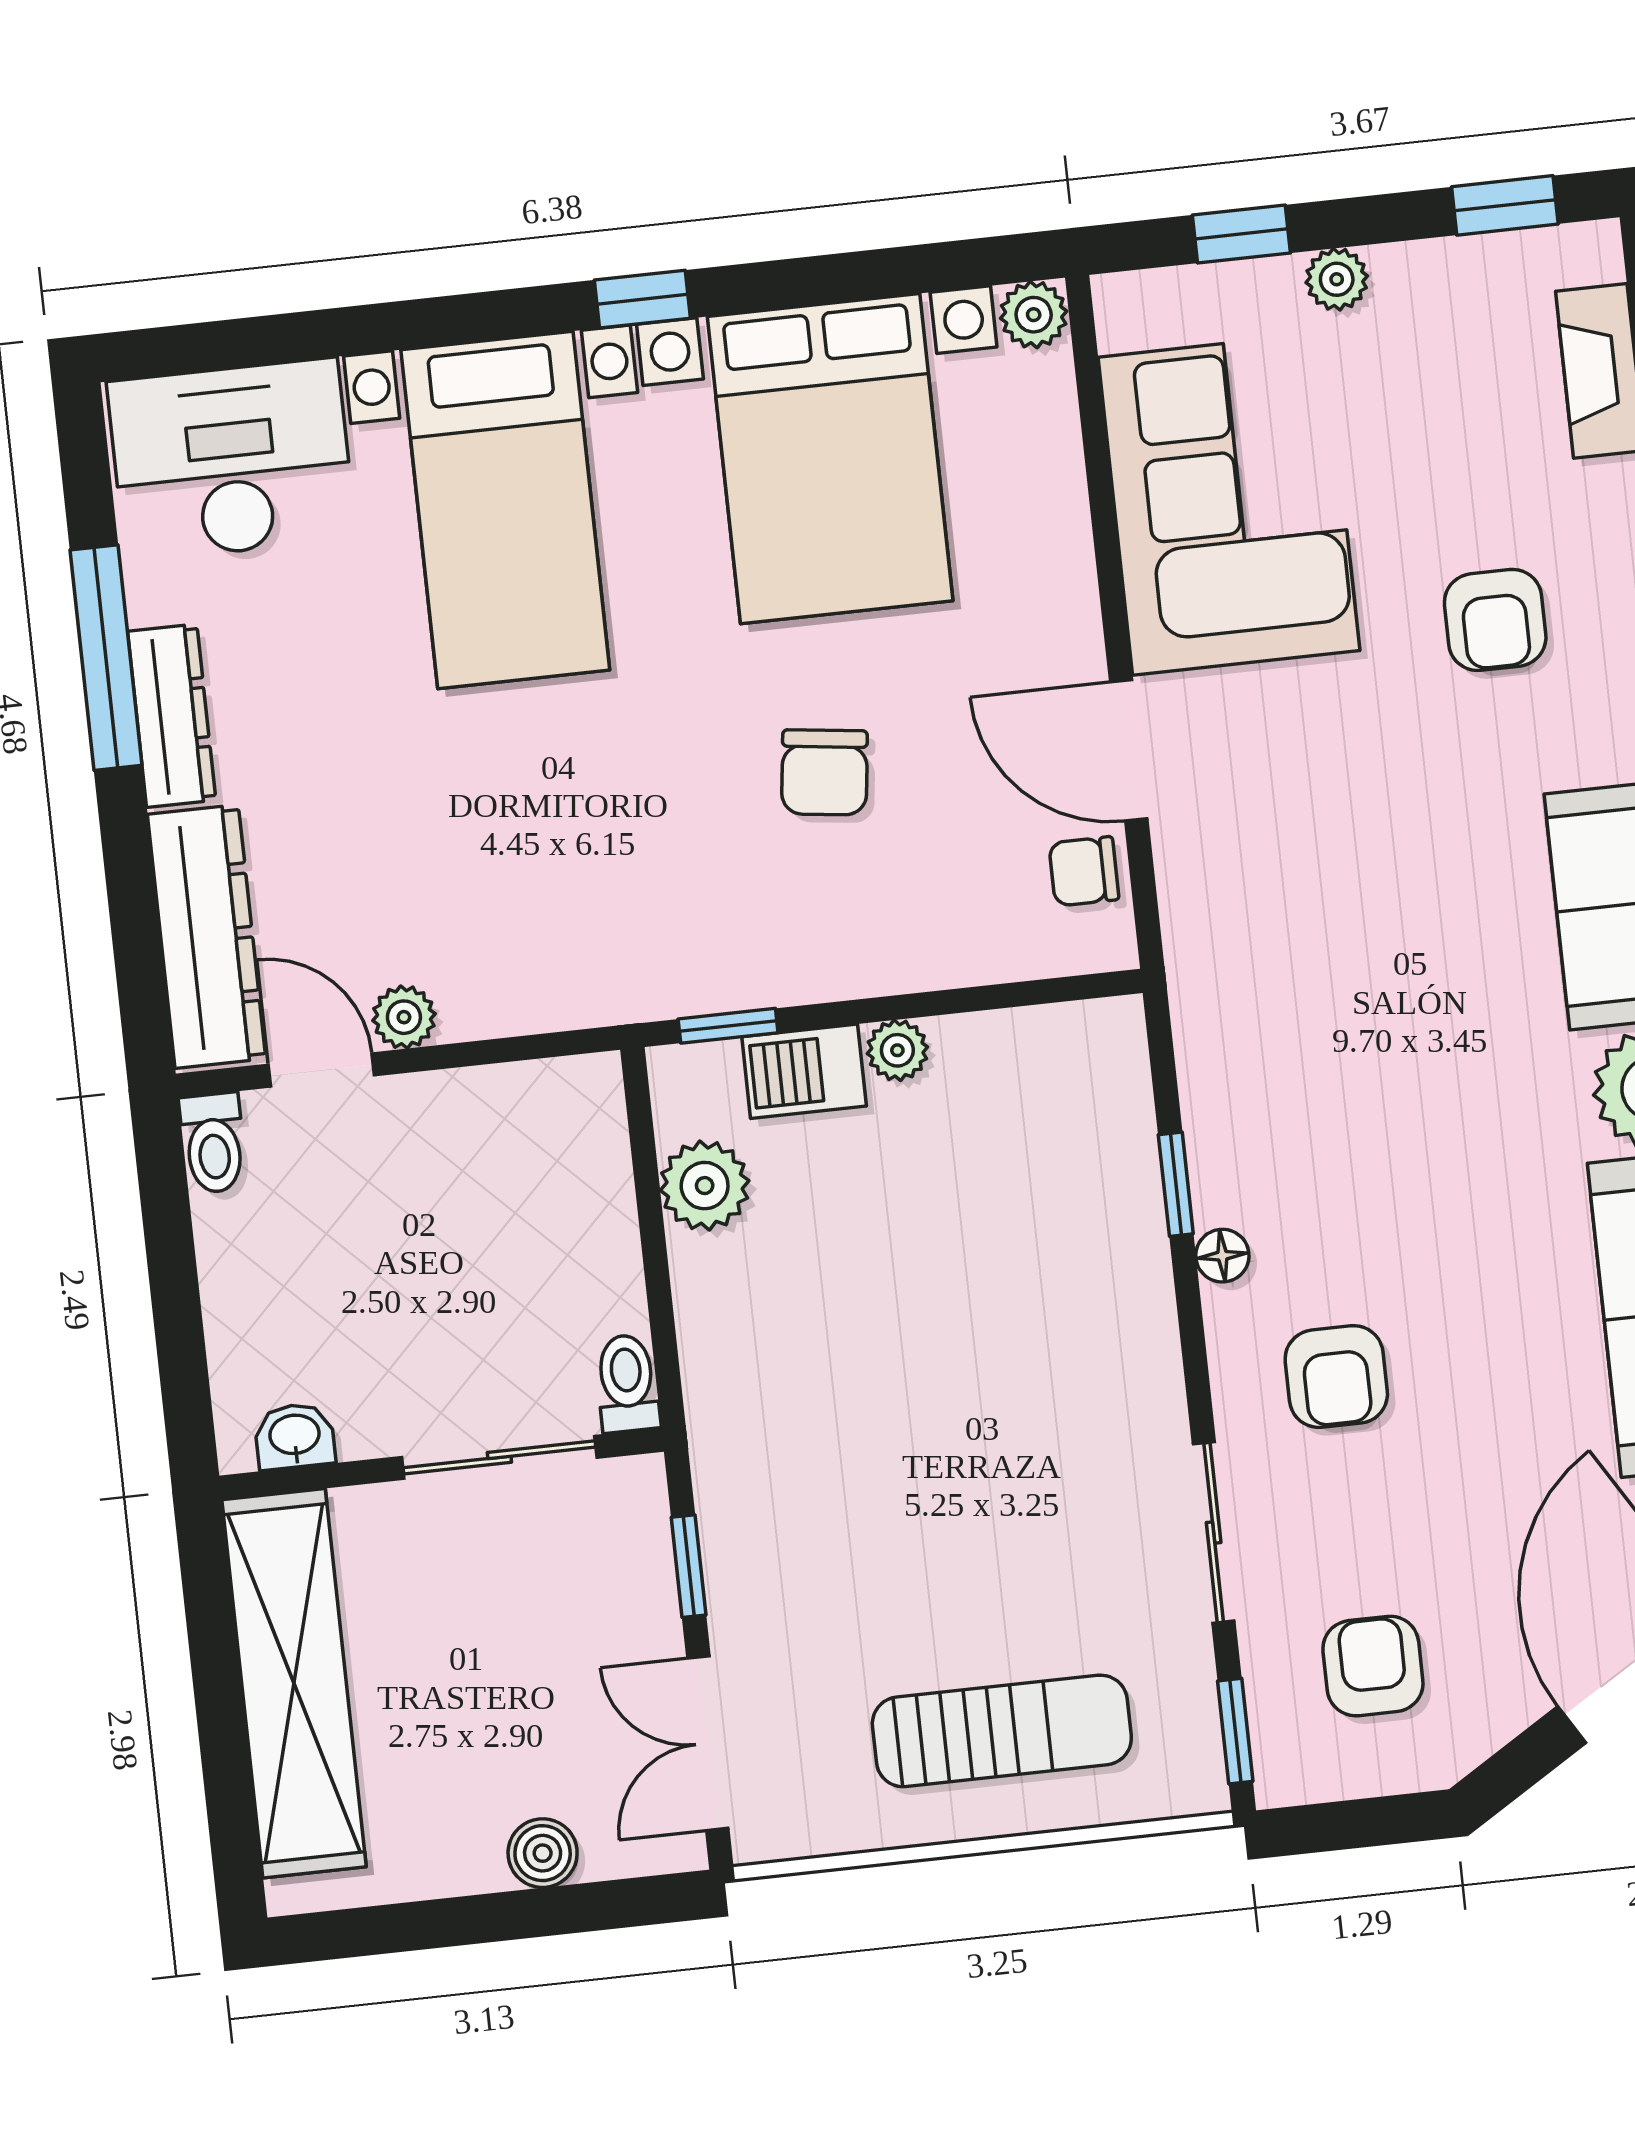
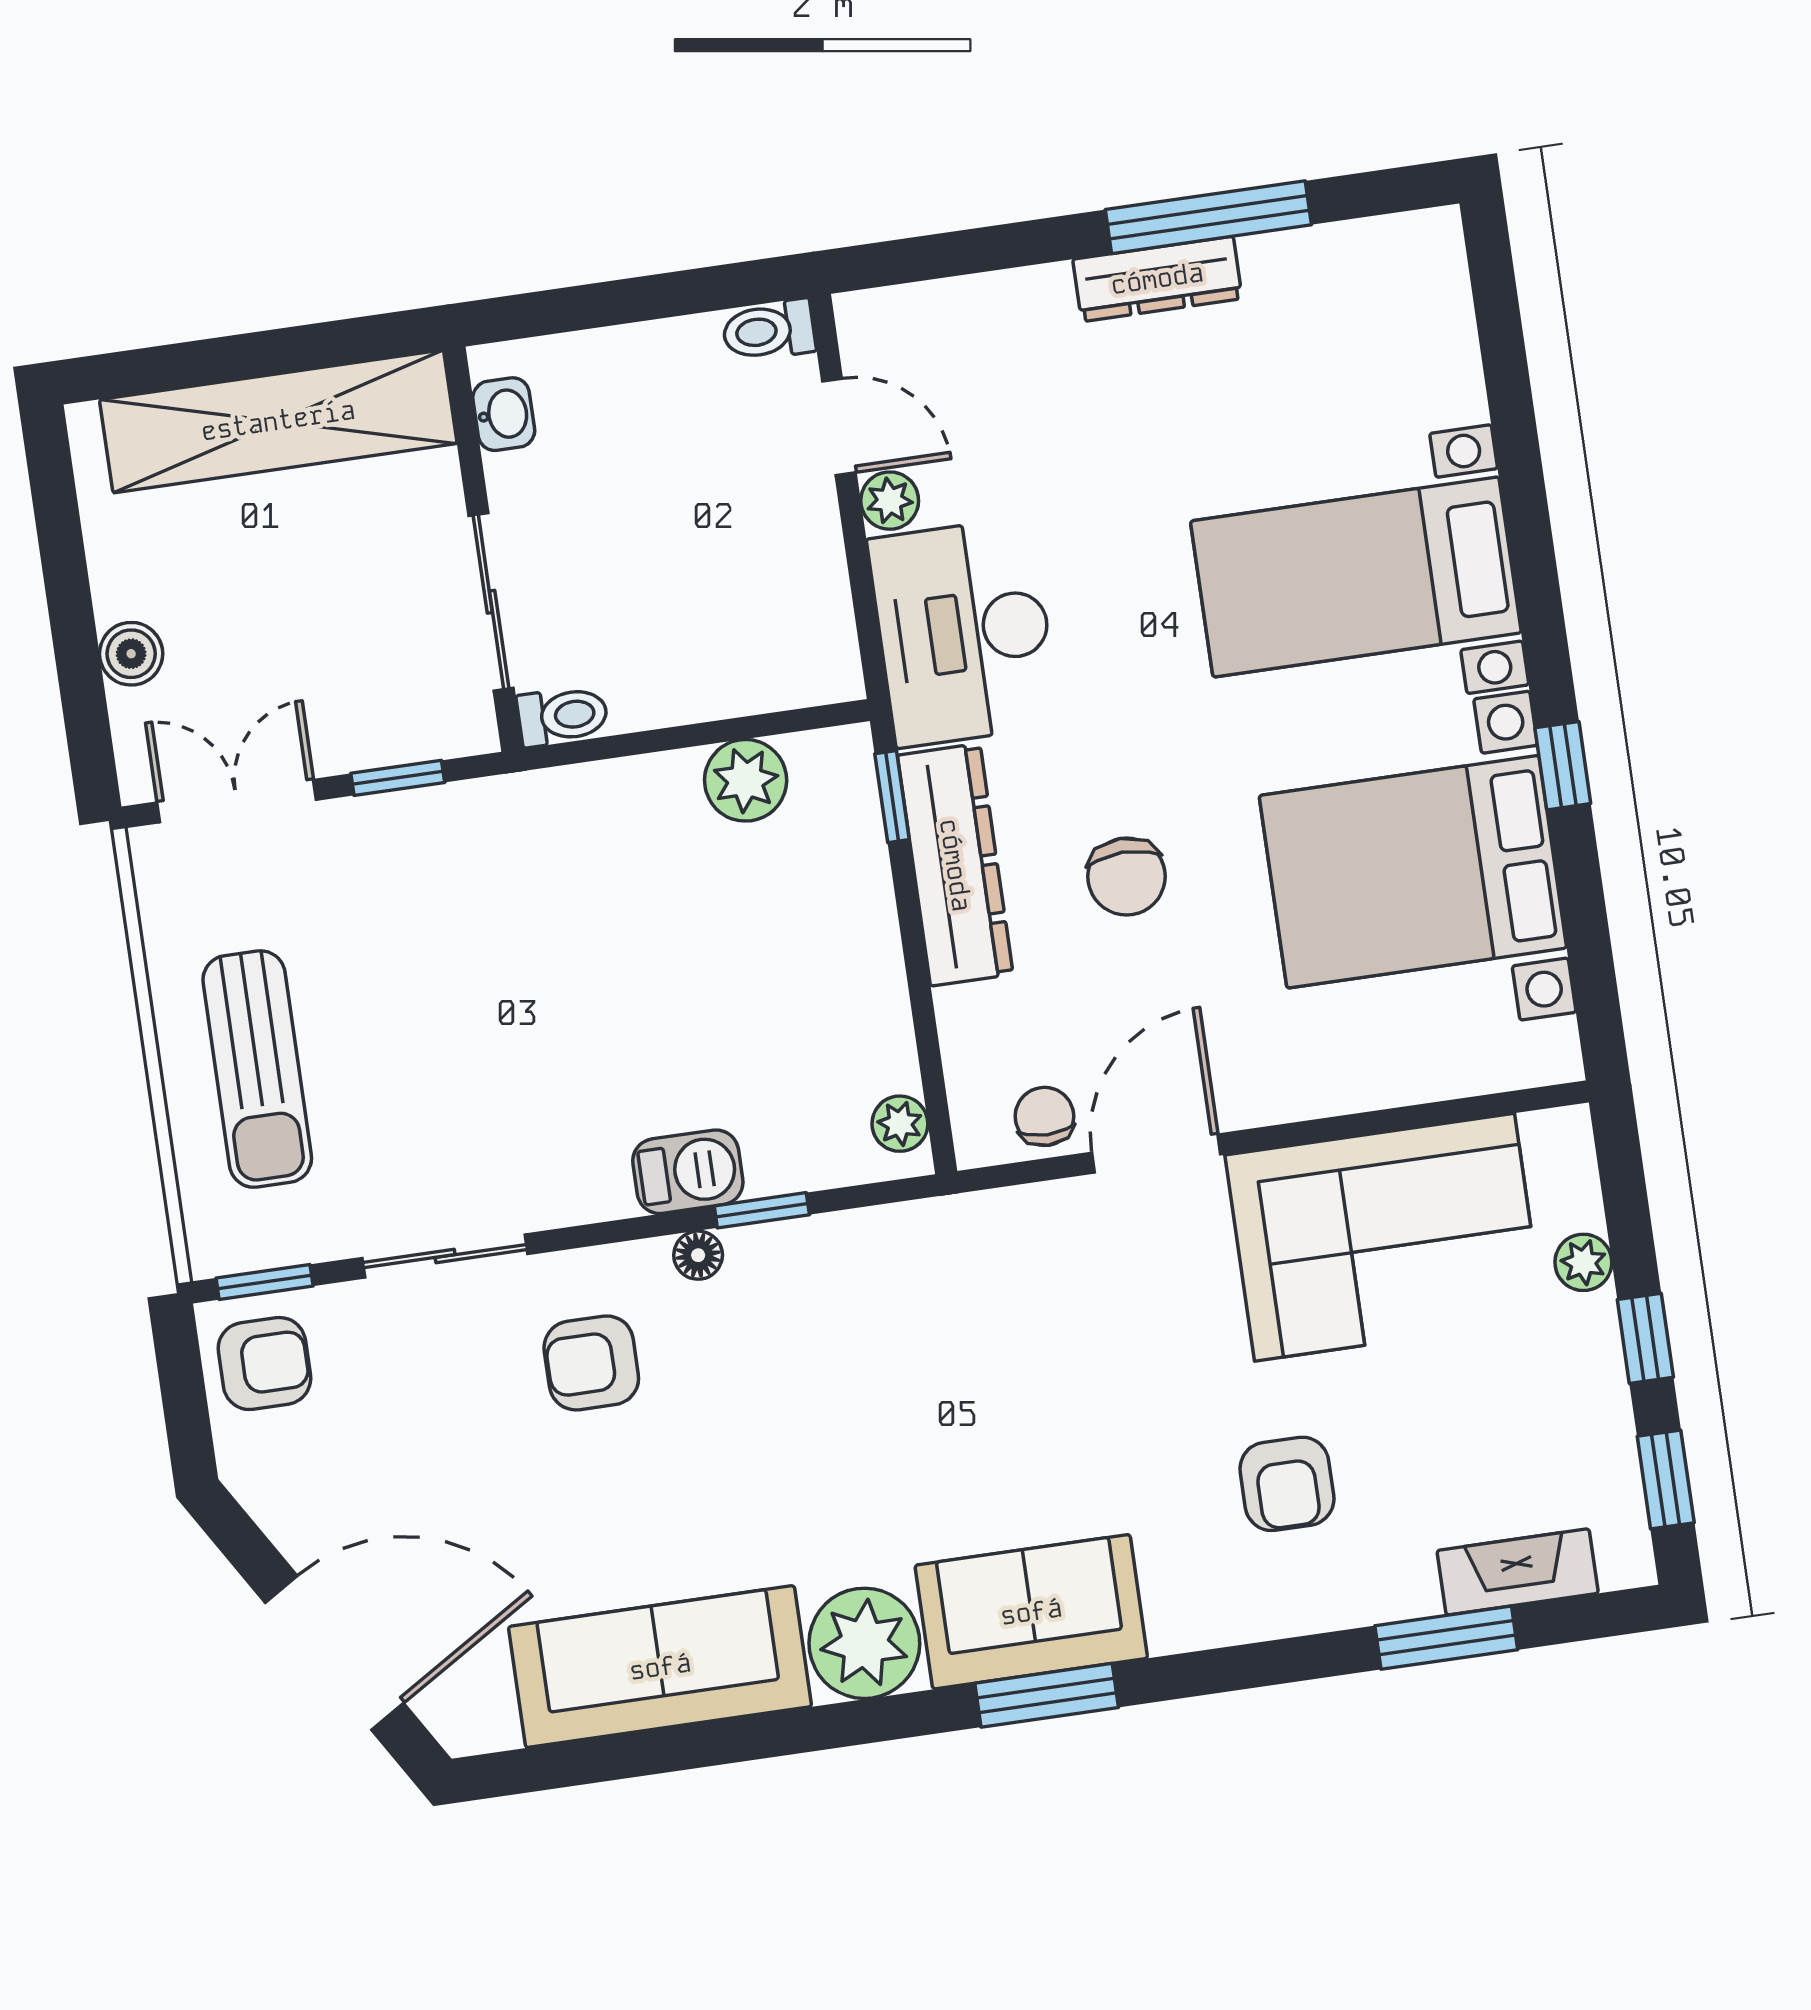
window: (1241, 234) -> (1645, 1338), moved
plant: (1337, 279) -> (1583, 1262), moved
window: (642, 299) -> (1563, 766), moved
plant: (1034, 315) -> (1551, 1053), removed
desk: (232, 460) -> (964, 632), moved, turned 180
armchair: (1495, 620) -> (1287, 1484), turned -90
chair: (824, 772) -> (1127, 877), turned -98
dresser: (207, 936) -> (955, 865), moved, turned -90
plant: (897, 1050) -> (900, 1124), moved
door: (321, 1070) -> (839, 427), hinge flipped
barbecue: (804, 1071) -> (688, 1172), moved, turned 90
armchair: (1373, 1666) -> (264, 1364), moved

